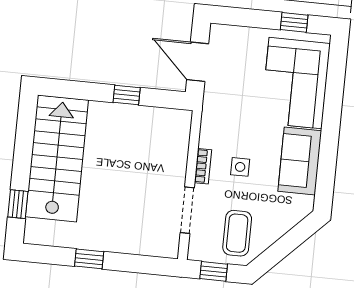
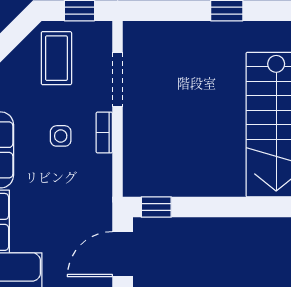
door: (198, 62) -> (123, 254), swing flipped
window: (127, 95) -> (156, 207), moved

